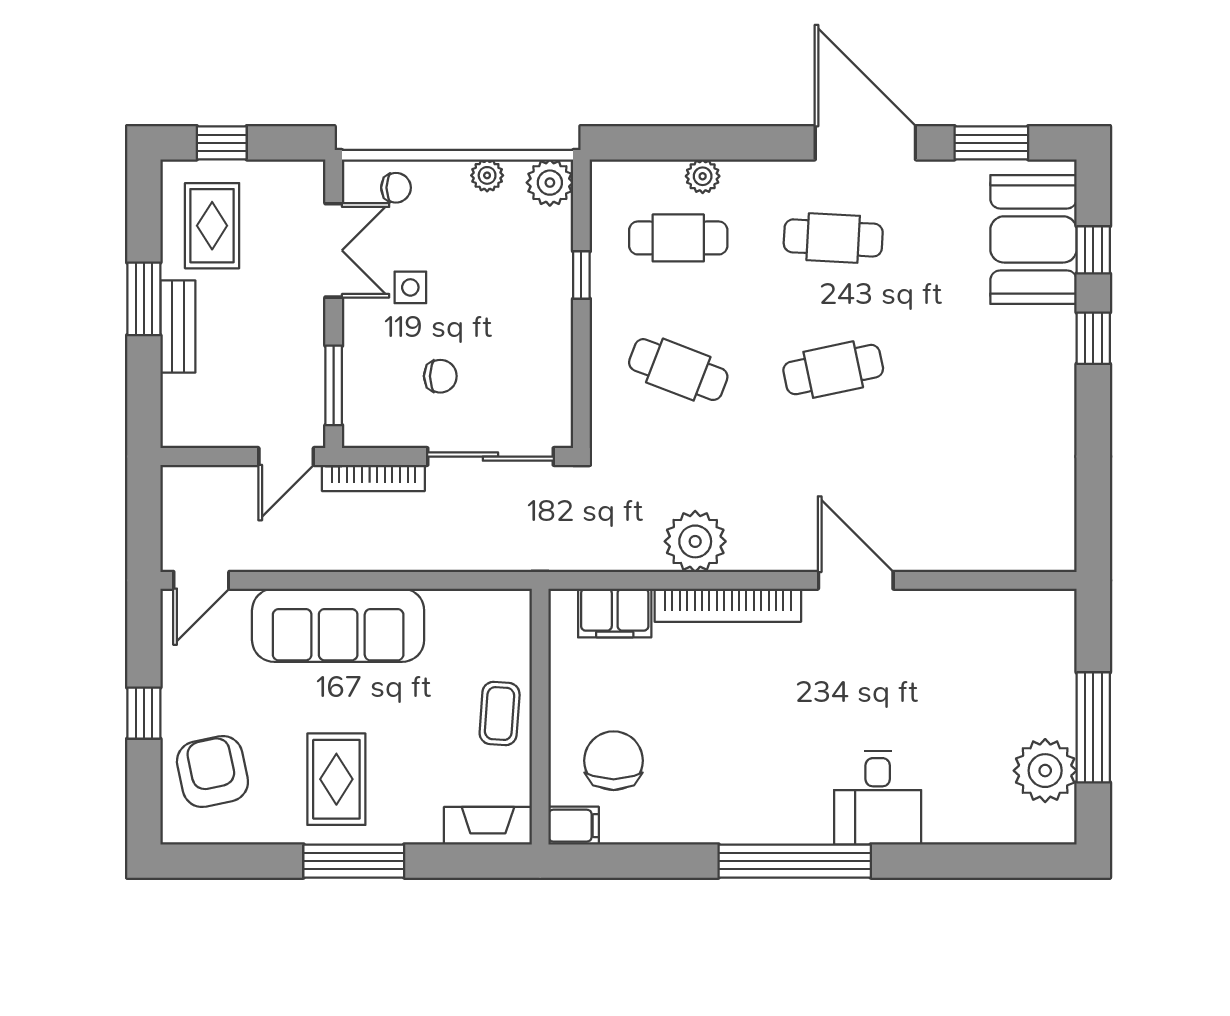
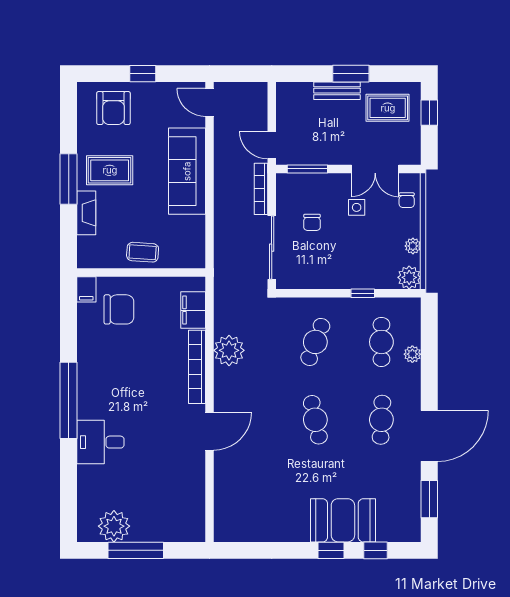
booth: (1034, 239) -> (343, 520), moved
armchair: (212, 772) -> (113, 108), turned 102
fireplace: (488, 826) -> (86, 213), moved

